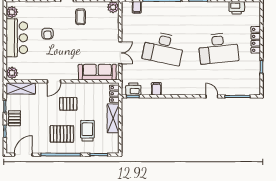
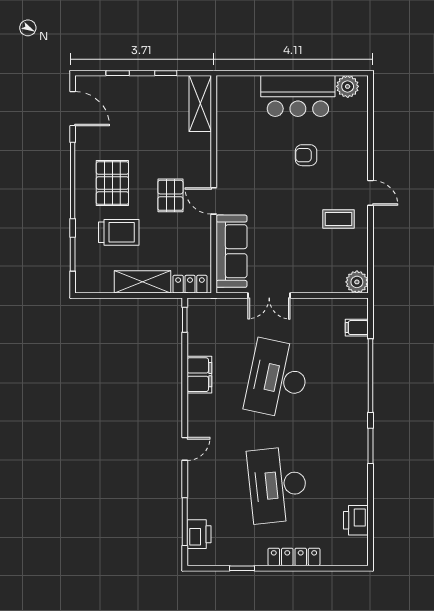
plant: (12, 73) -> (230, 87), removed
door: (54, 81) -> (214, 201), moved
printer: (133, 89) -> (199, 534), moved
filing cabinet: (156, 89) -> (199, 375), width x2.00
door: (212, 96) -> (185, 449), moved
pallet: (14, 118) -> (143, 92), removed

